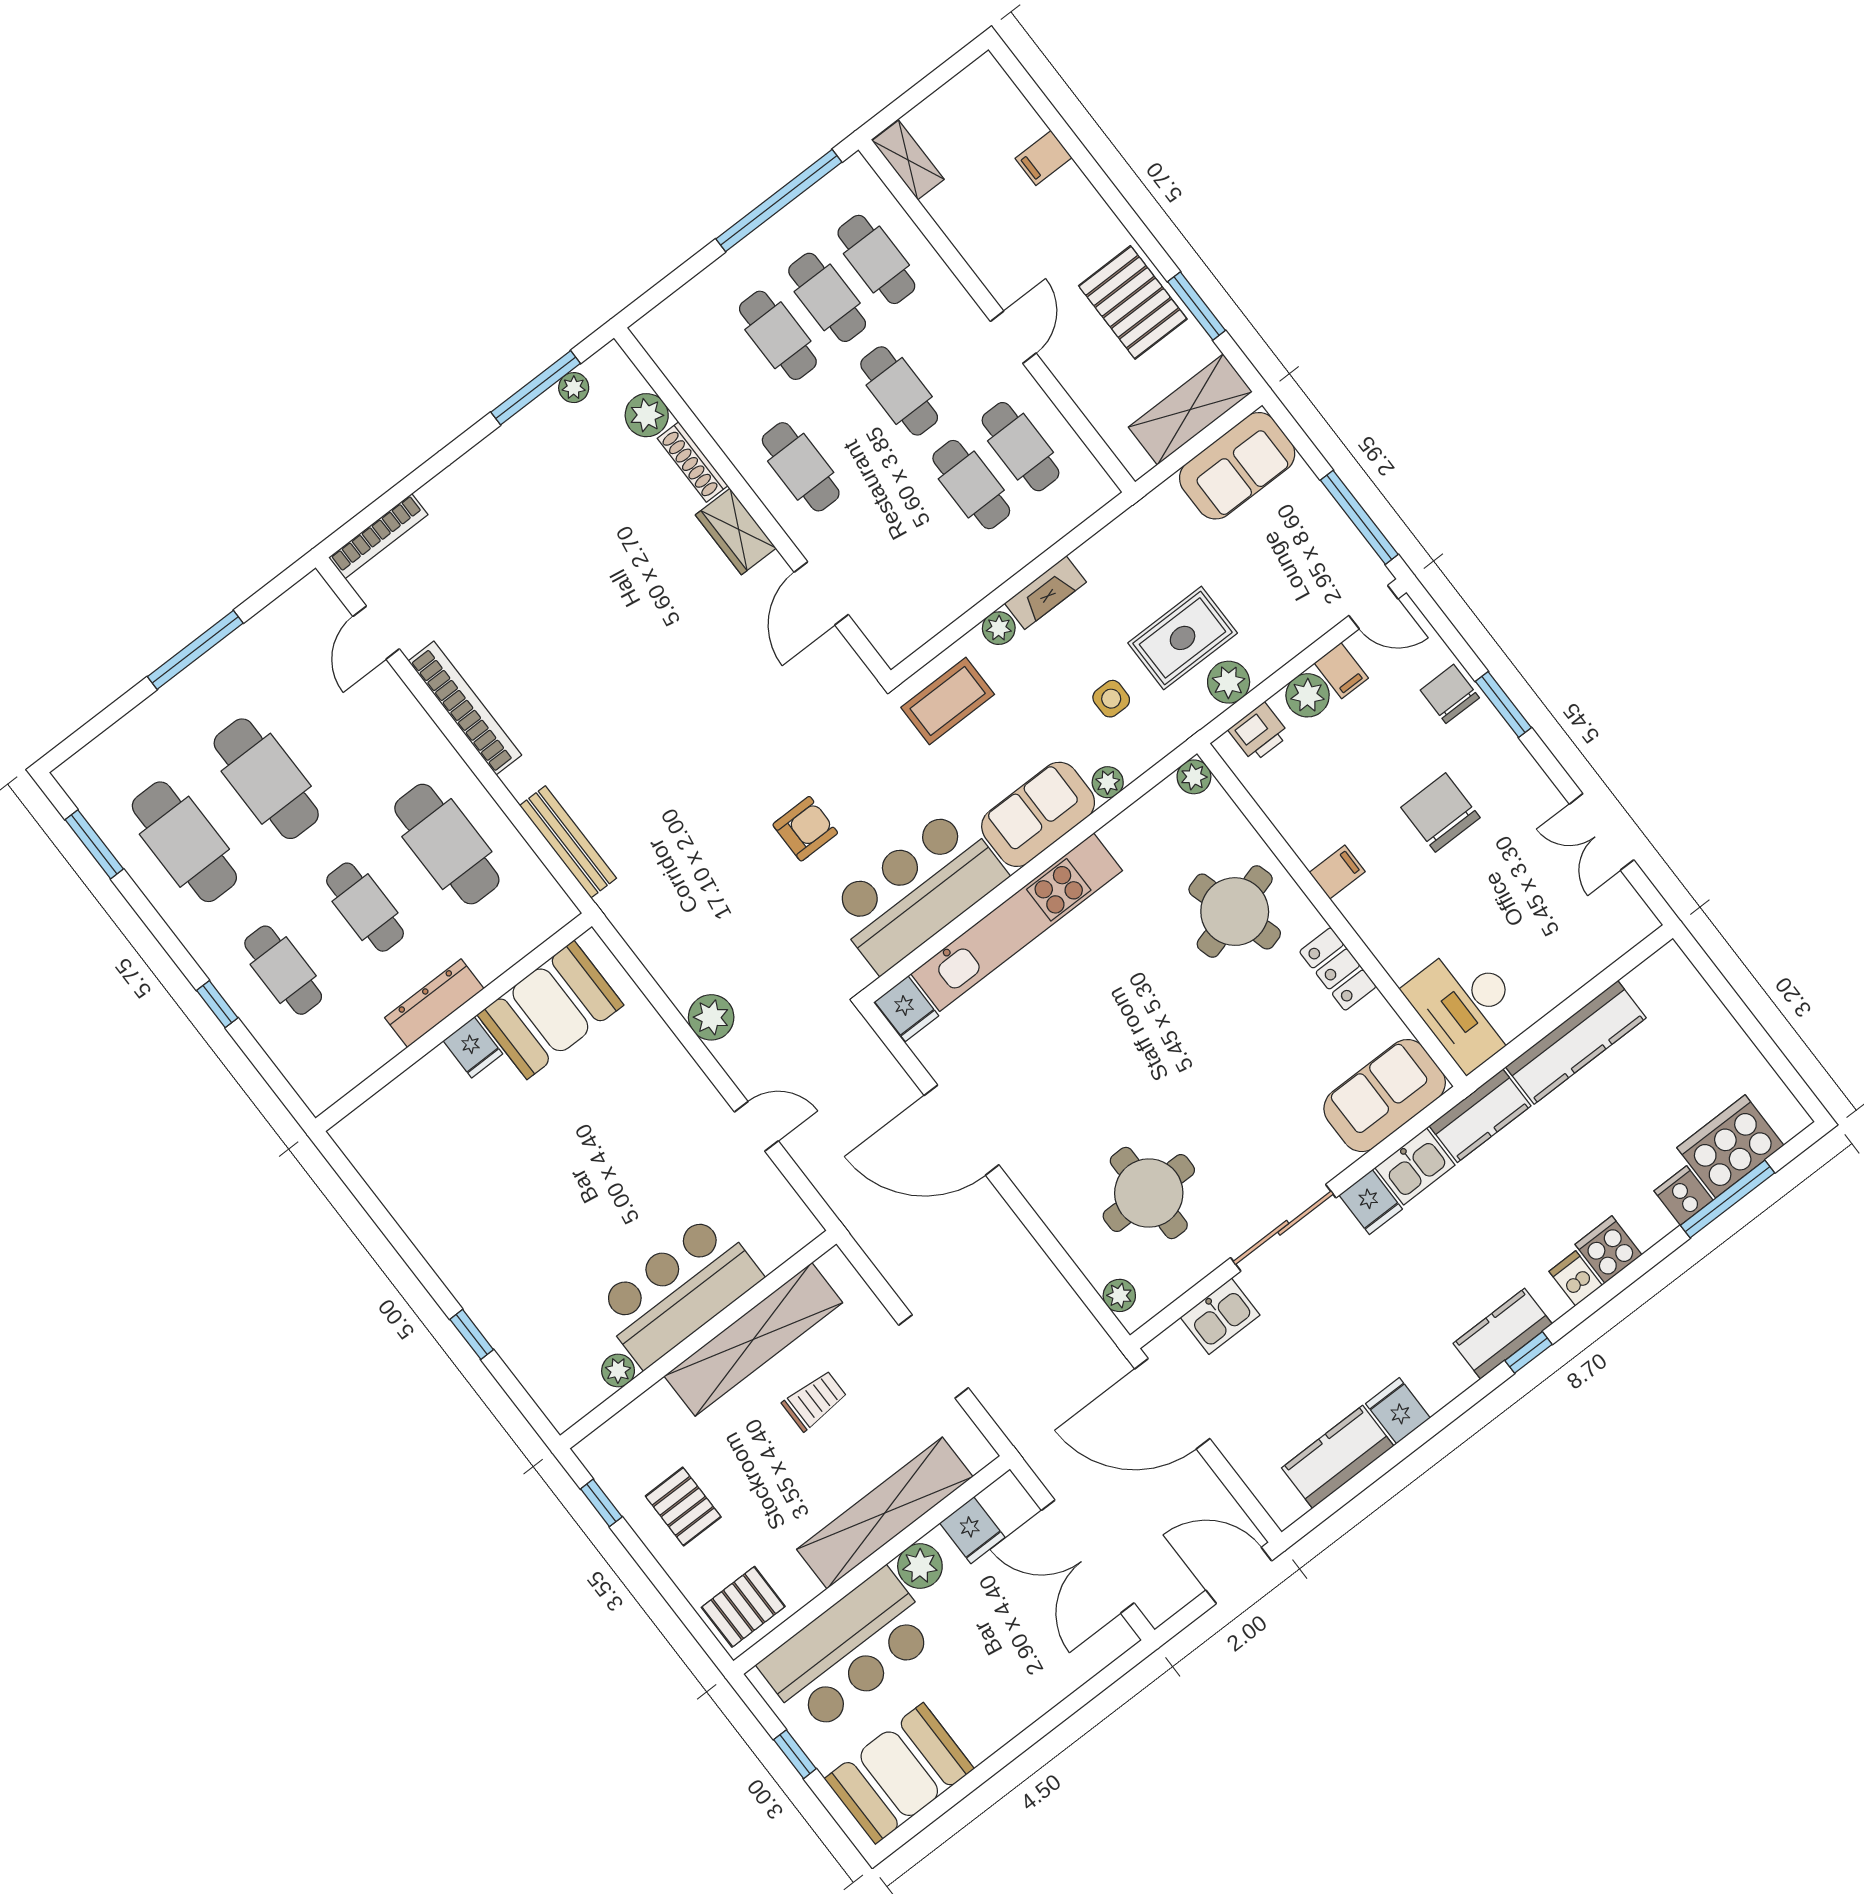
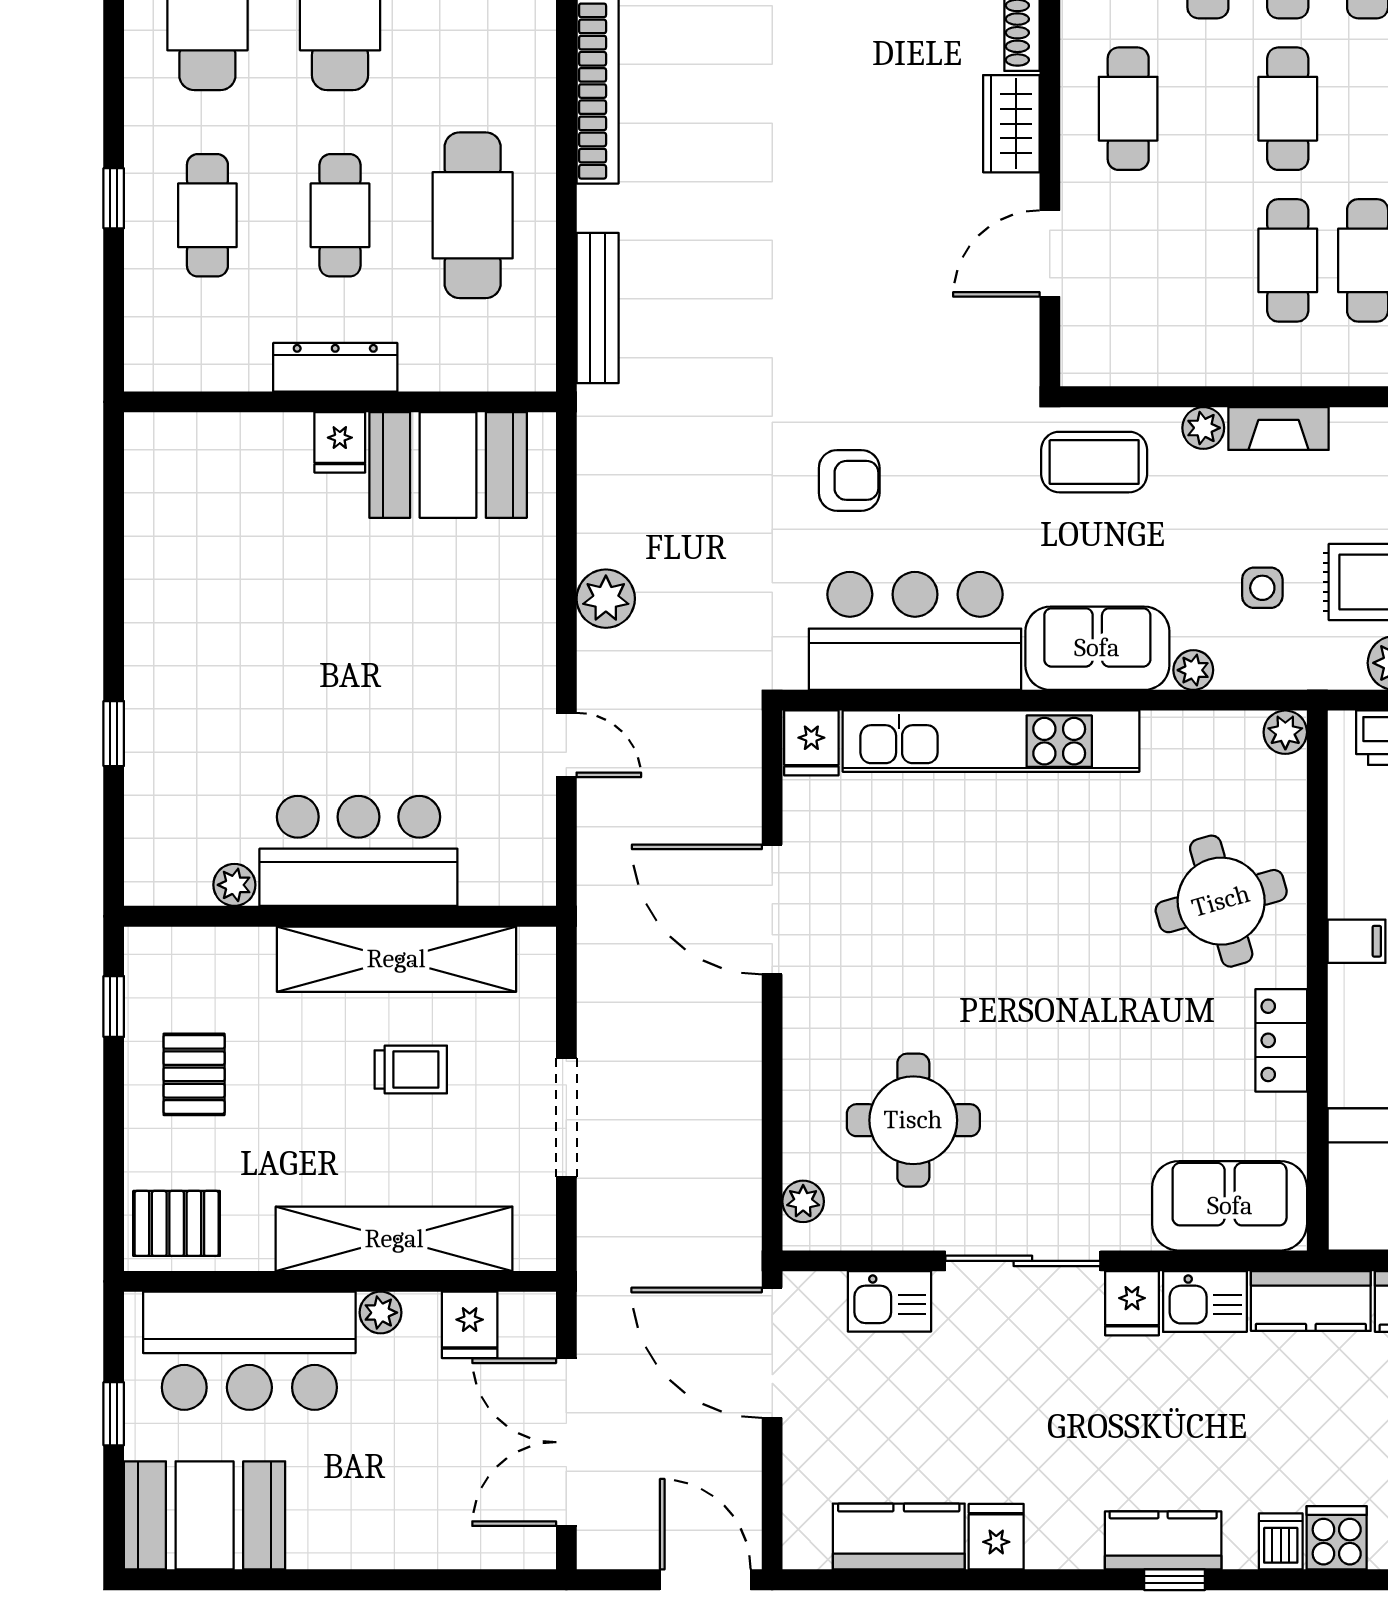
plant: (920, 1566) -> (381, 1313), width x0.73, depth x0.73

